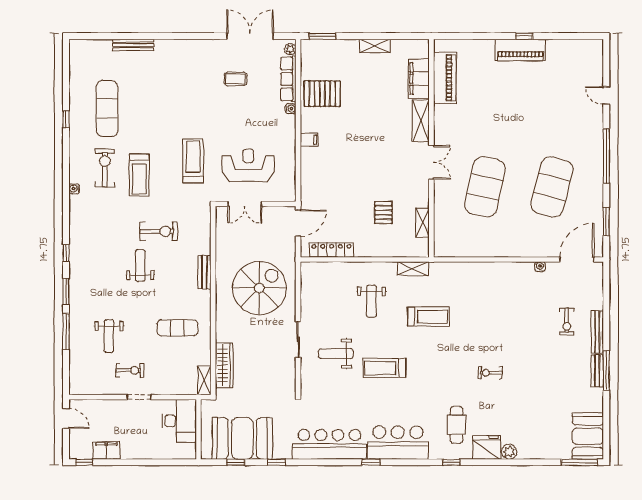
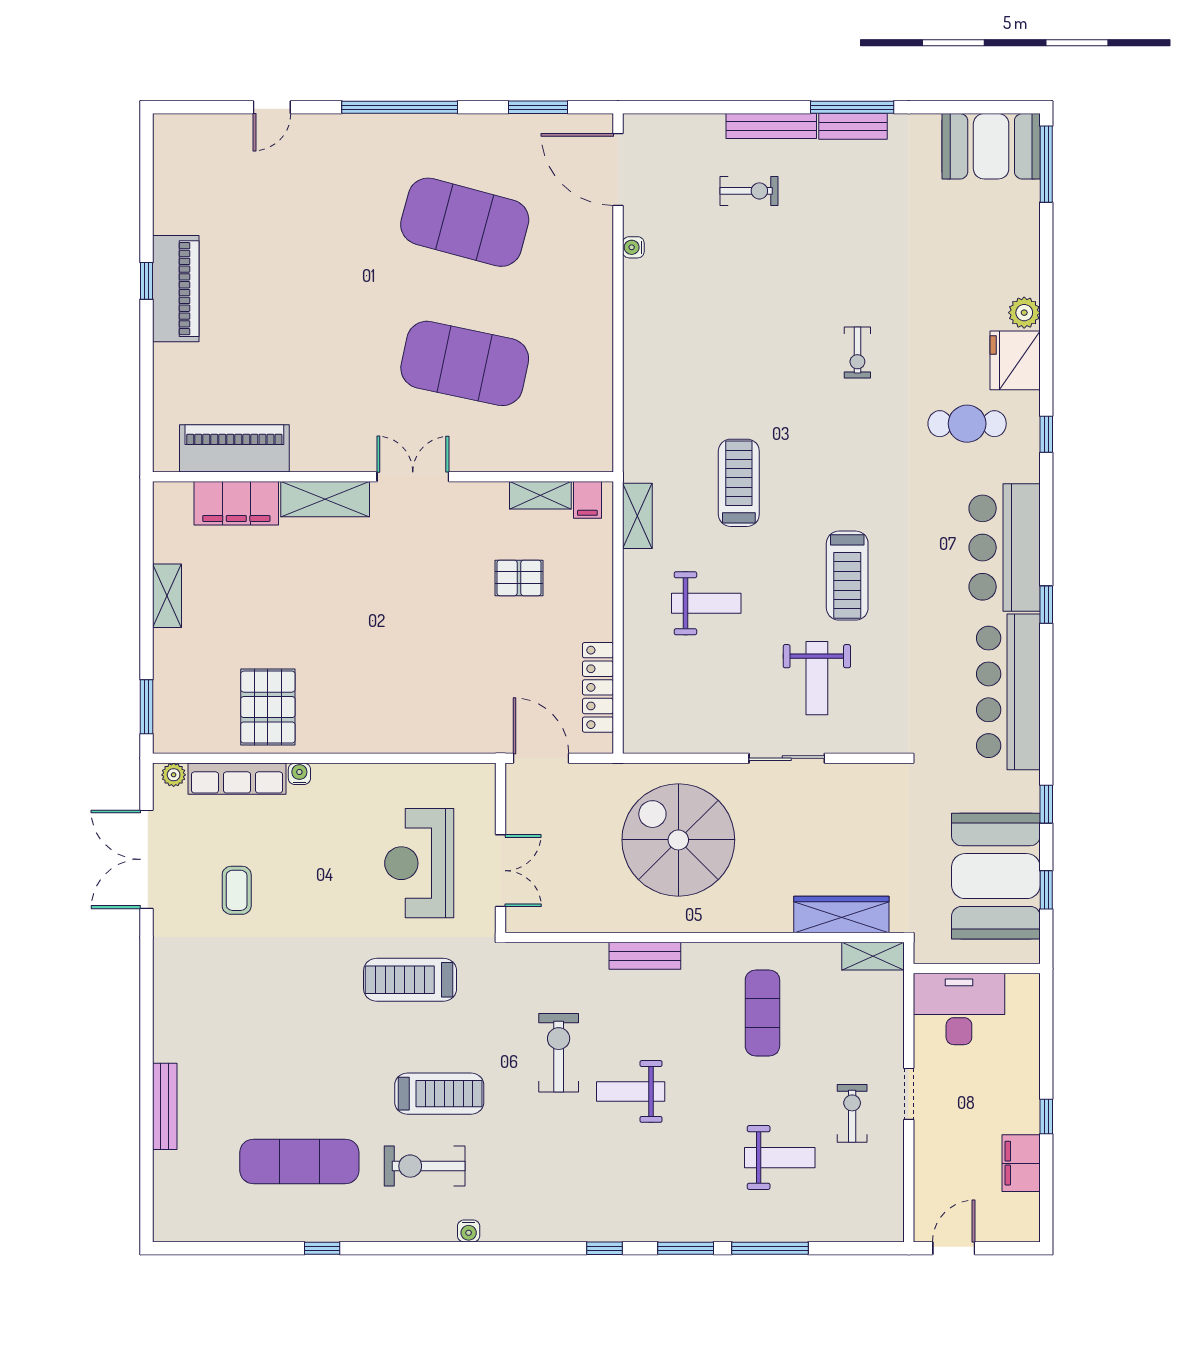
filing cabinet: (309, 140) -> (587, 500), moved, turned 180
window: (84, 462) -> (1046, 1117), moved

